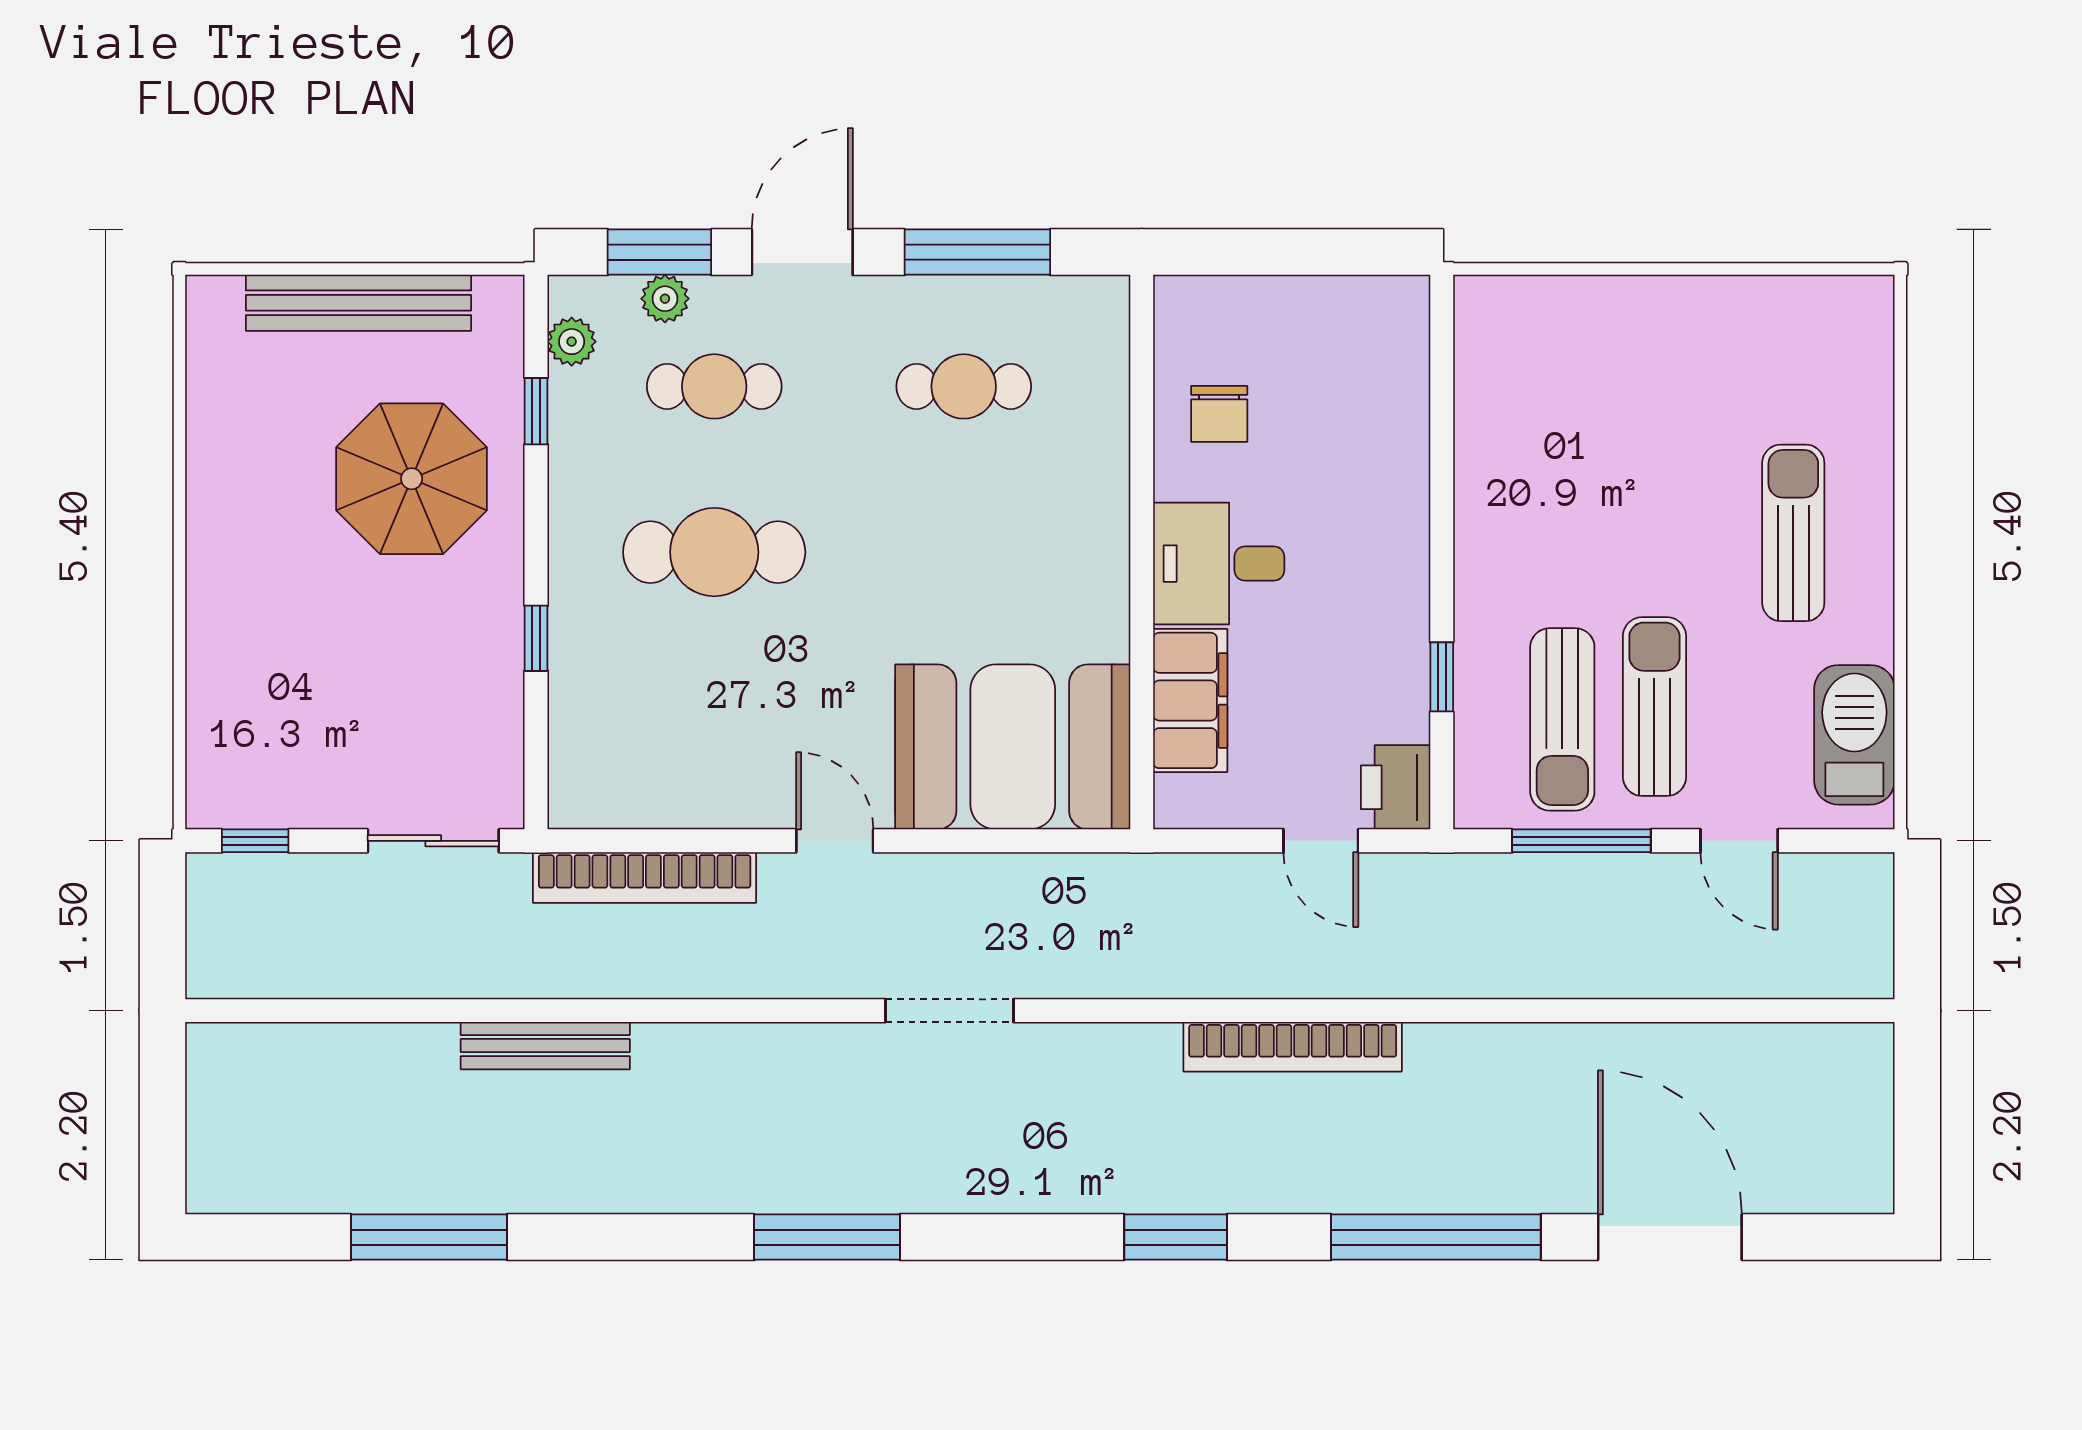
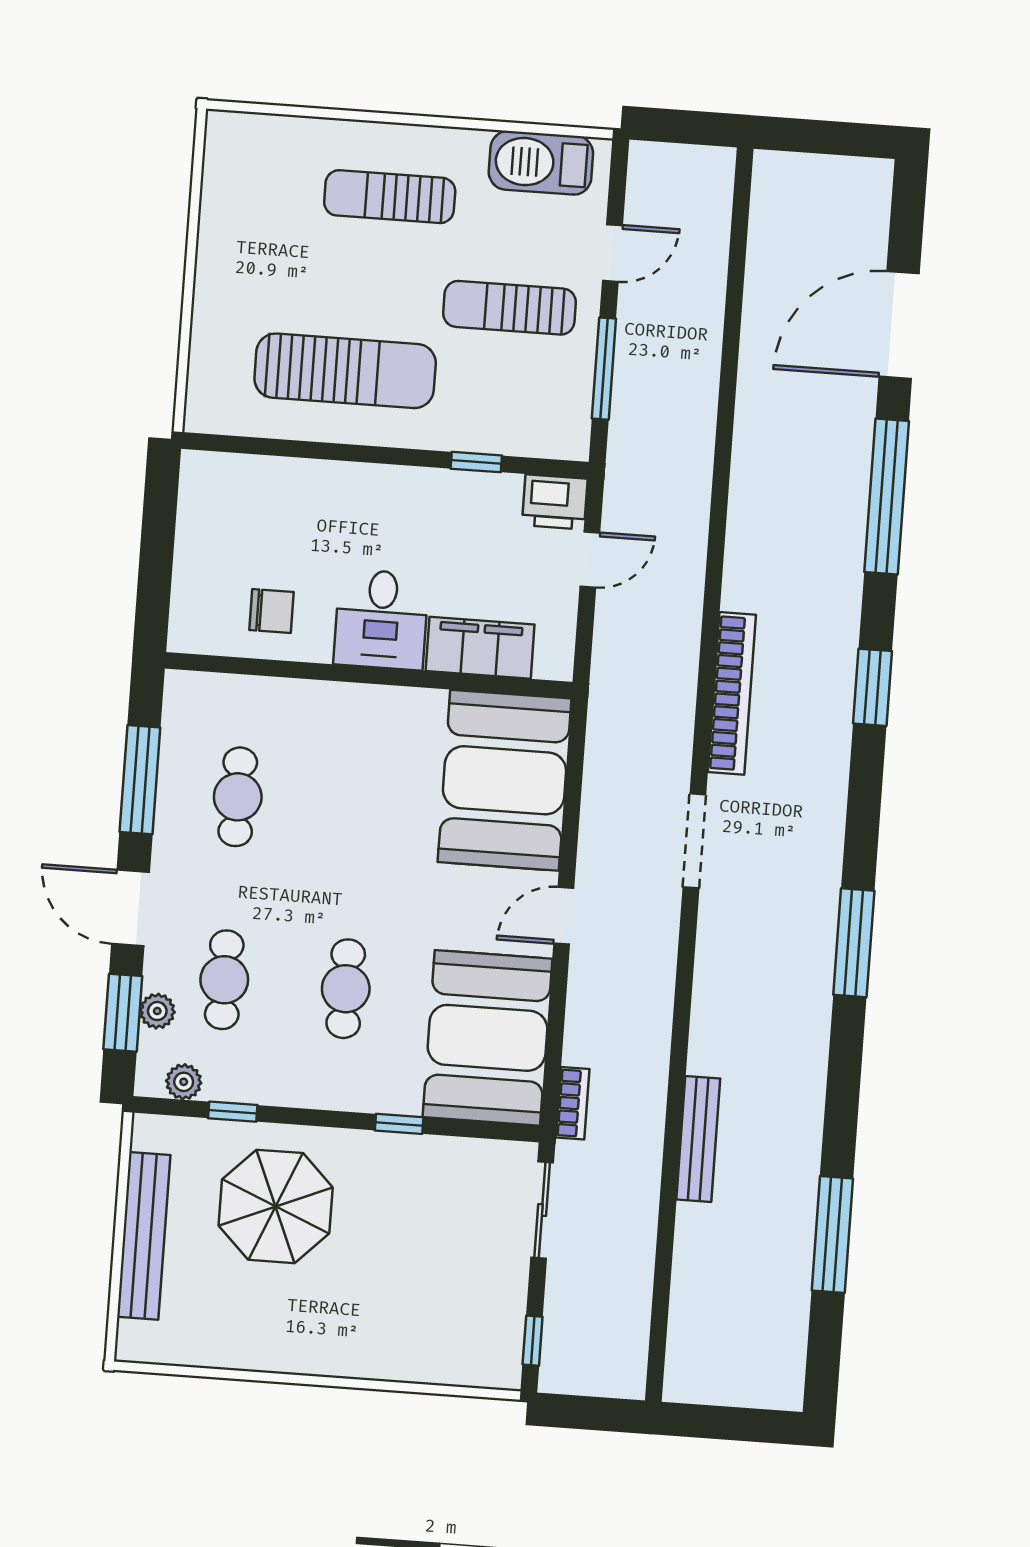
cafe table: (714, 552) -> (346, 989), width x0.73, depth x0.74
sun lounger: (1562, 719) -> (345, 371), moved, width x1.36, depth x1.34
booth: (662, 749) -> (487, 1038), added
bookcase: (645, 877) -> (573, 1103), width x0.43, depth x0.76
bookcase: (1293, 1047) -> (732, 693), moved

